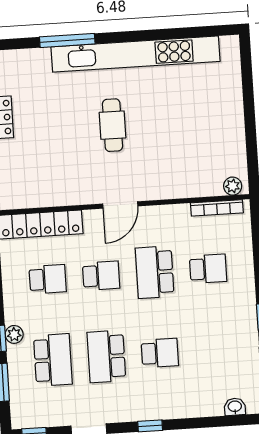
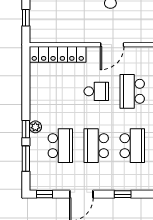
school desk: (48, 279) -> (60, 91), removed
school desk: (160, 353) -> (132, 146), width x1.85

